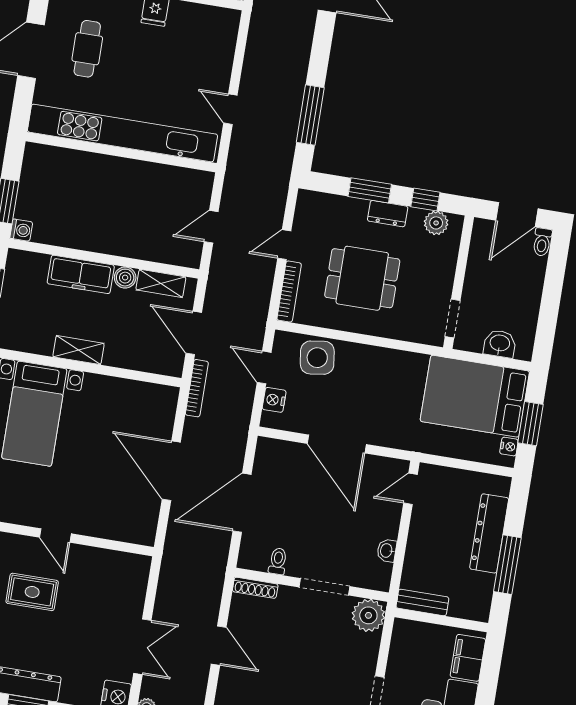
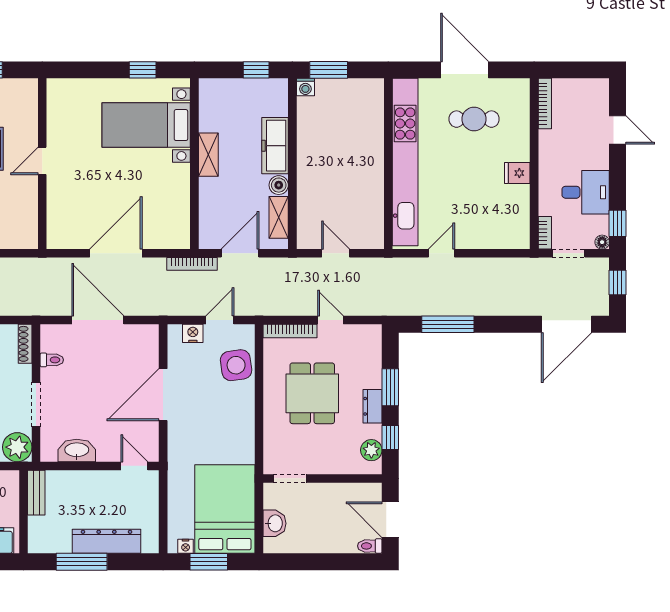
washbasin: (387, 551) -> (77, 450), width x1.91, depth x1.45

